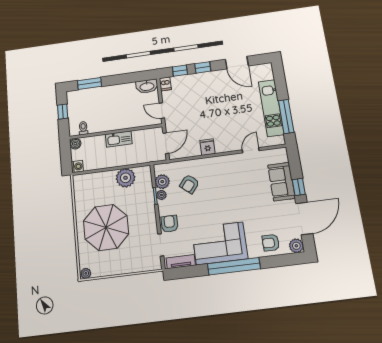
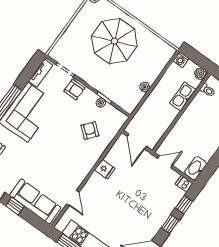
kitchen sink: (119, 139) -> (183, 96), moved
plant: (126, 178) -> (145, 87), width x0.53, depth x0.53
plant: (162, 182) -> (110, 112), removed
sofa: (281, 182) -> (35, 201), width x1.36

